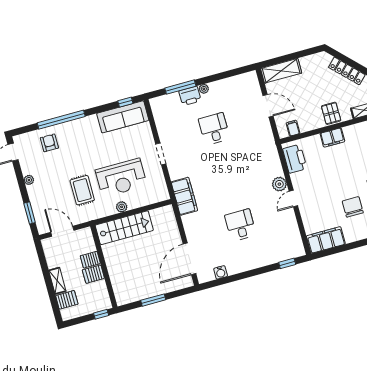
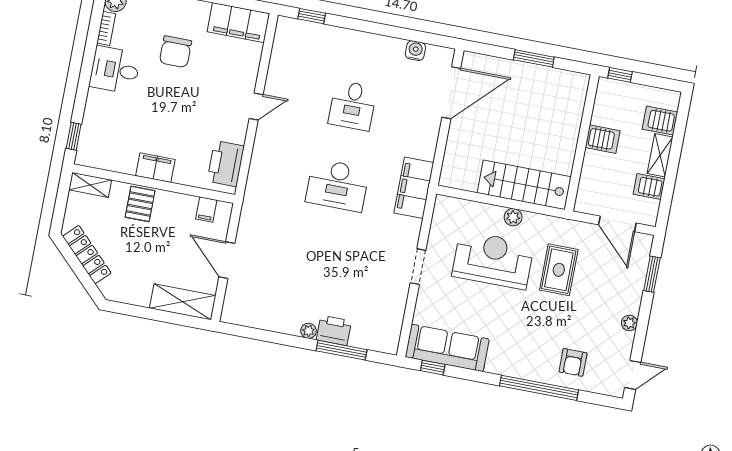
desk: (214, 129) -> (337, 185), moved, width x1.37
plant: (279, 184) -> (266, 138), removed
server rack: (90, 260) -> (649, 187), moved, turned 180

